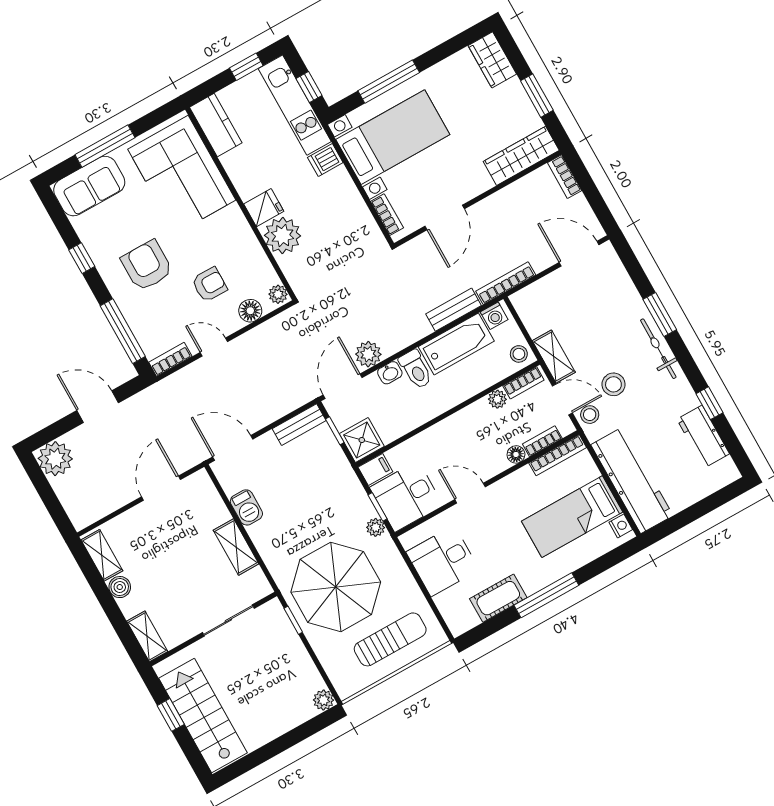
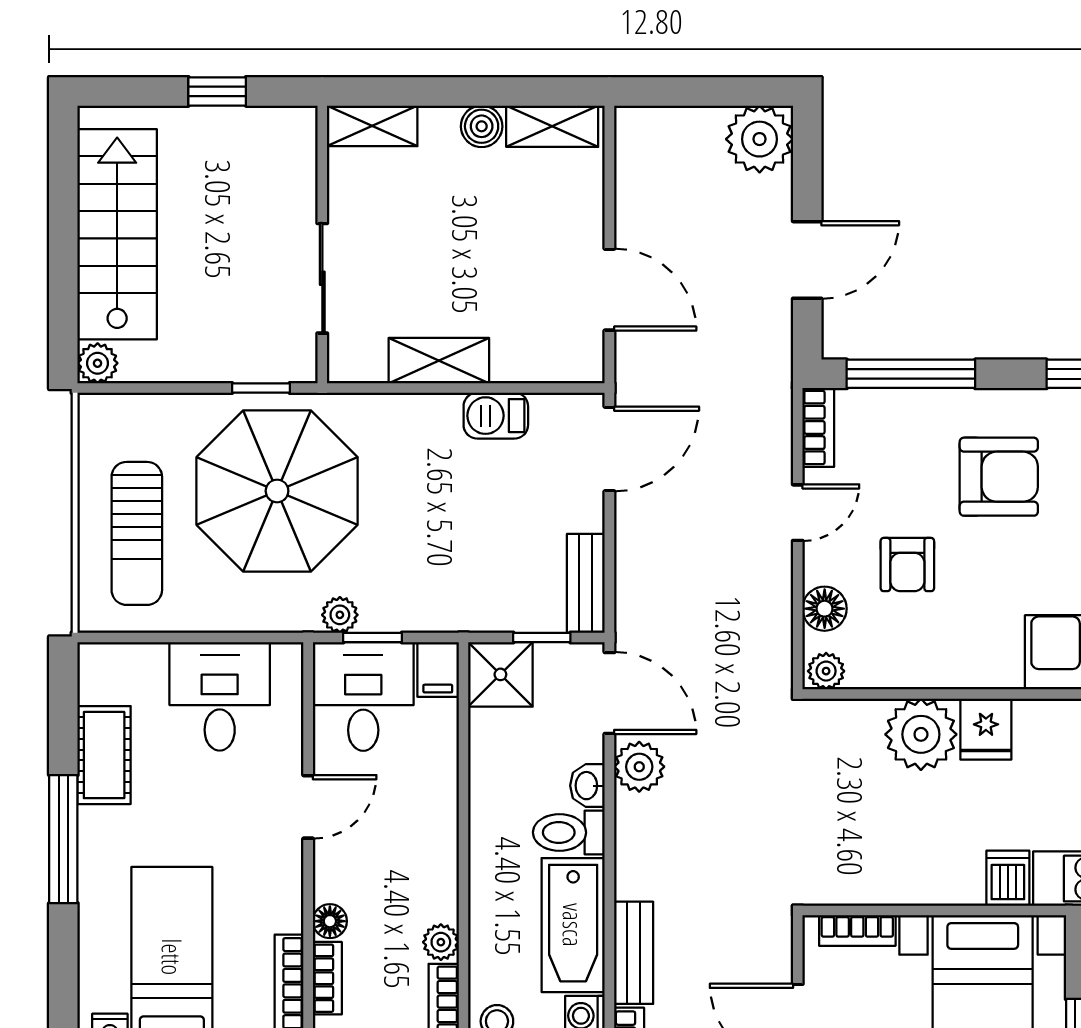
stairs: (203, 715) -> (117, 234), moved, turned -90

